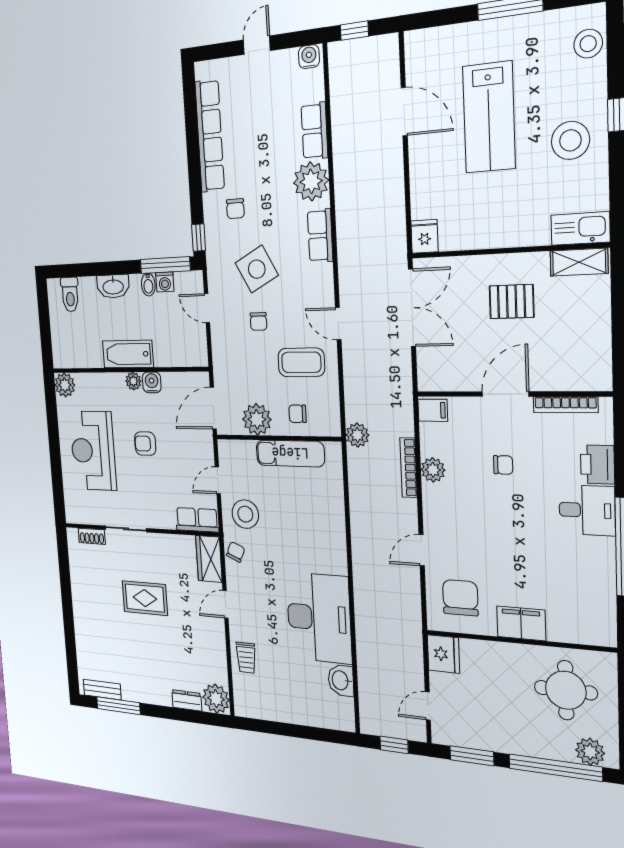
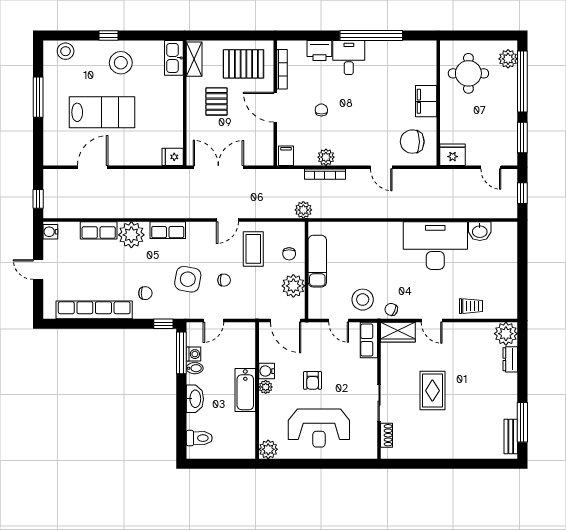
side table: (257, 269) -> (188, 279), turned 38
pallet: (573, 343) -> (243, 64), added

